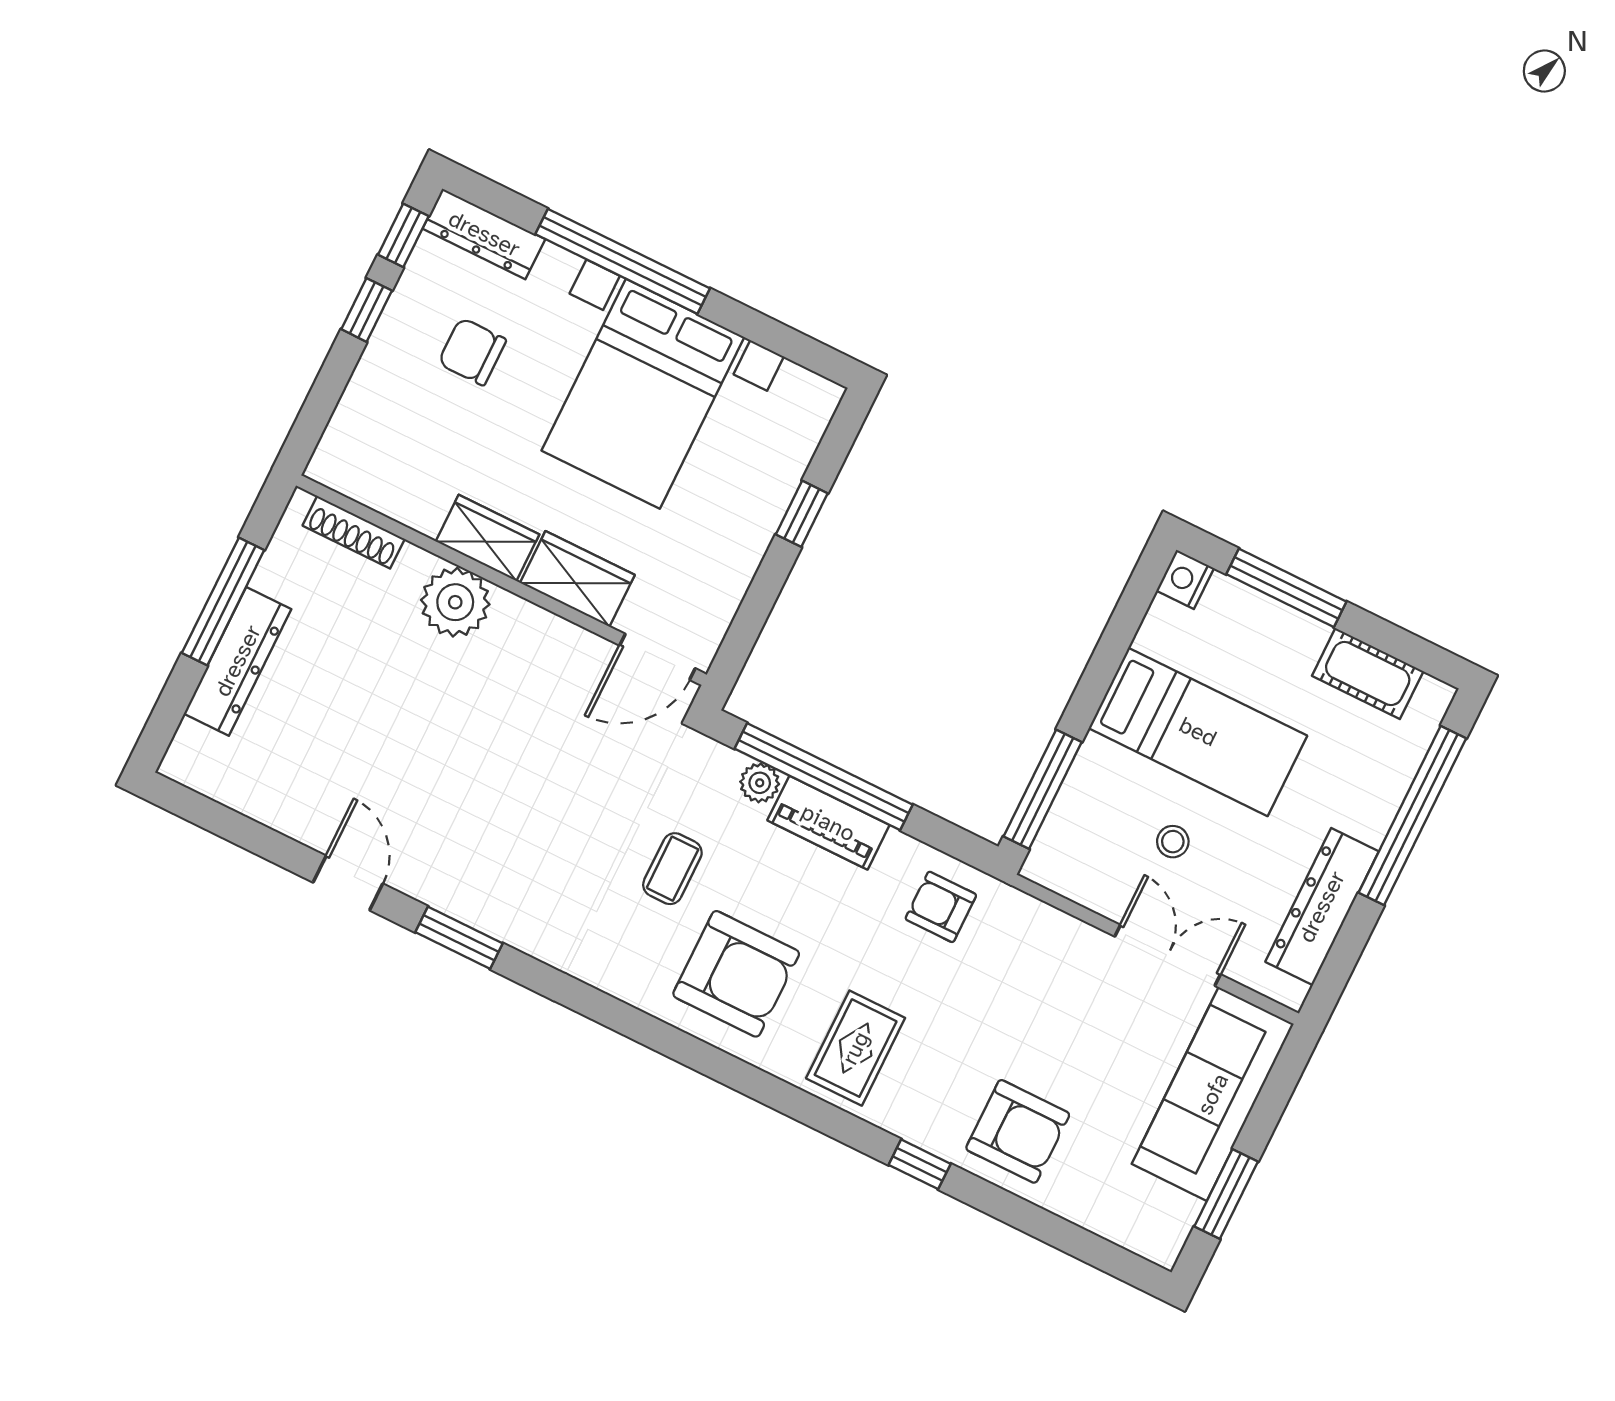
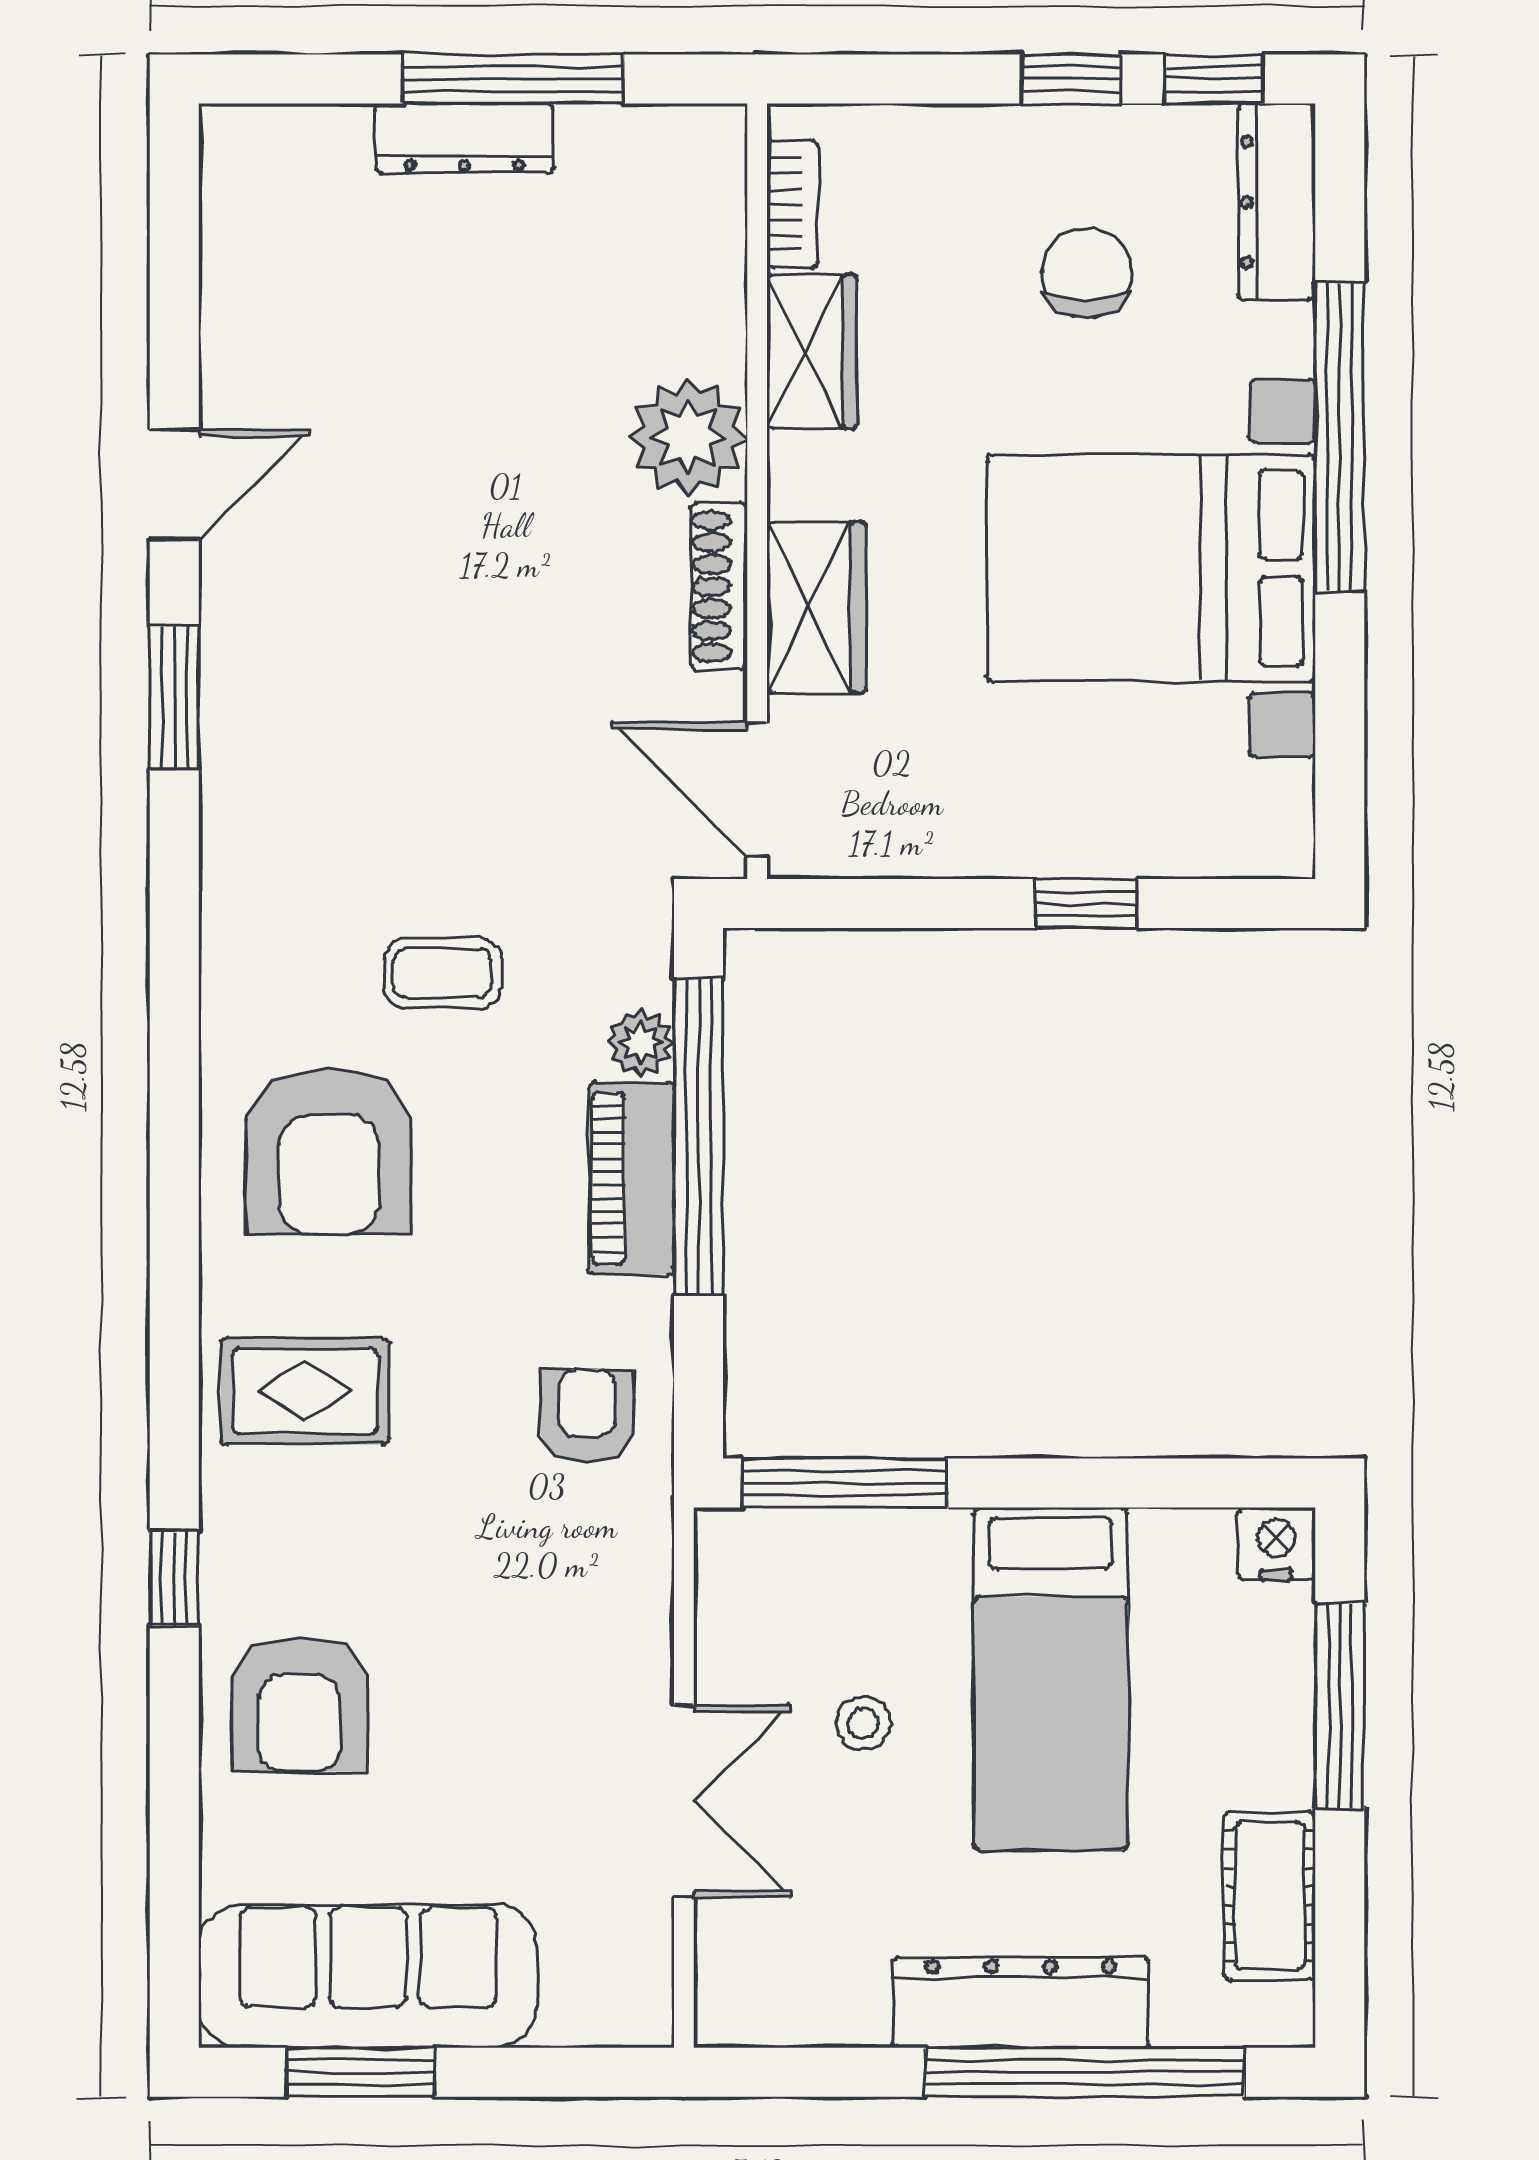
bookcase: (360, 488) -> (792, 204), added
shoe rack: (354, 532) -> (719, 586), moved
wardrobe: (488, 538) -> (812, 352), moved
dresser: (238, 661) -> (464, 138), width x0.73, depth x0.80
dresser: (1322, 907) -> (1021, 2002), moved
sofa: (1213, 1094) -> (368, 1976), moved

